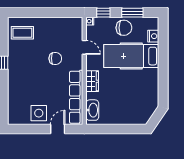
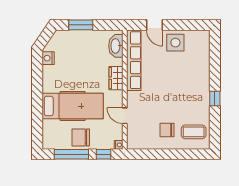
window: (132, 13) -> (71, 154), width x1.44
nightstand: (153, 36) -> (48, 58), moved
chair: (55, 58) -> (167, 130), moved
door: (58, 129) -> (154, 25), hinge flipped
window: (124, 129) -> (81, 25), added

